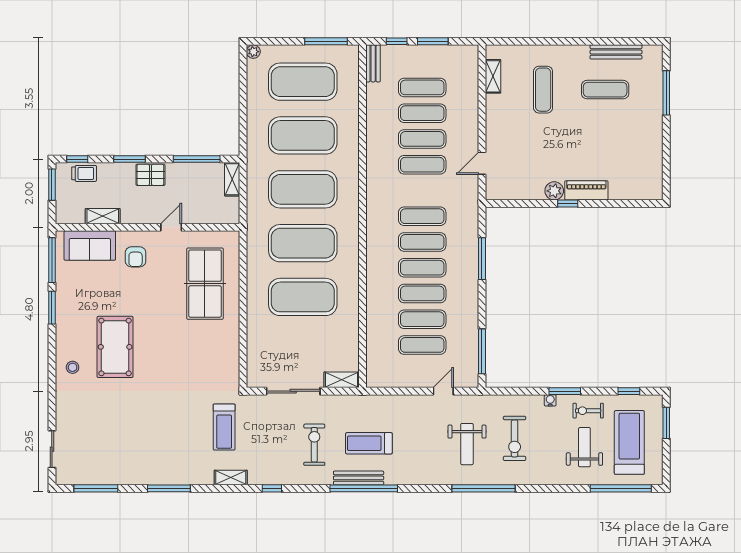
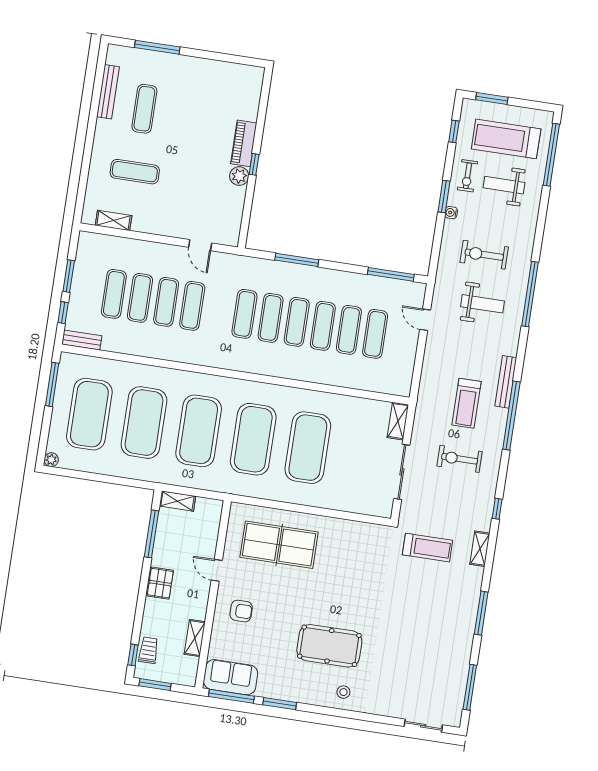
window: (129, 159) -> (141, 602), removed
sofa: (90, 246) -> (231, 677), moved, turned -90
exercise bike: (515, 438) -> (484, 255), turned 180
bench: (359, 478) -> (506, 382), moved

